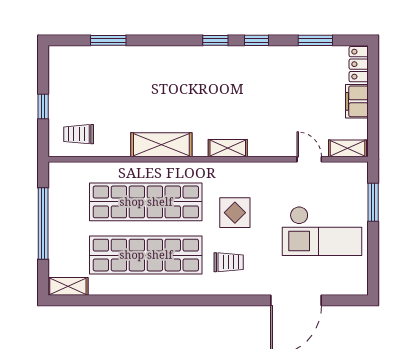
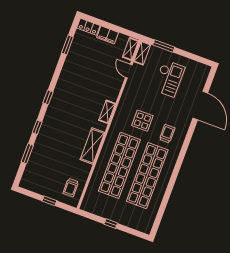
window: (257, 40) -> (37, 127), moved
door: (309, 159) -> (129, 71), hinge flipped
window: (43, 223) -> (111, 224), width x0.32
checkout: (322, 231) -> (169, 78), width x0.73, depth x0.83
shelving: (68, 286) -> (142, 53), moved

